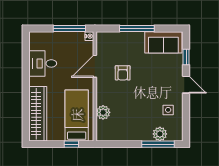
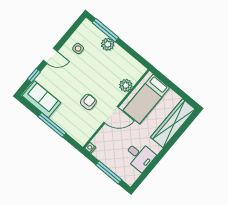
window: (69, 29) -> (109, 172), moved
door: (95, 66) -> (111, 115), moved
door: (186, 85) -> (50, 56), swing flipped
plant: (160, 134) -> (108, 44), moved
window: (71, 144) -> (167, 82), removed

